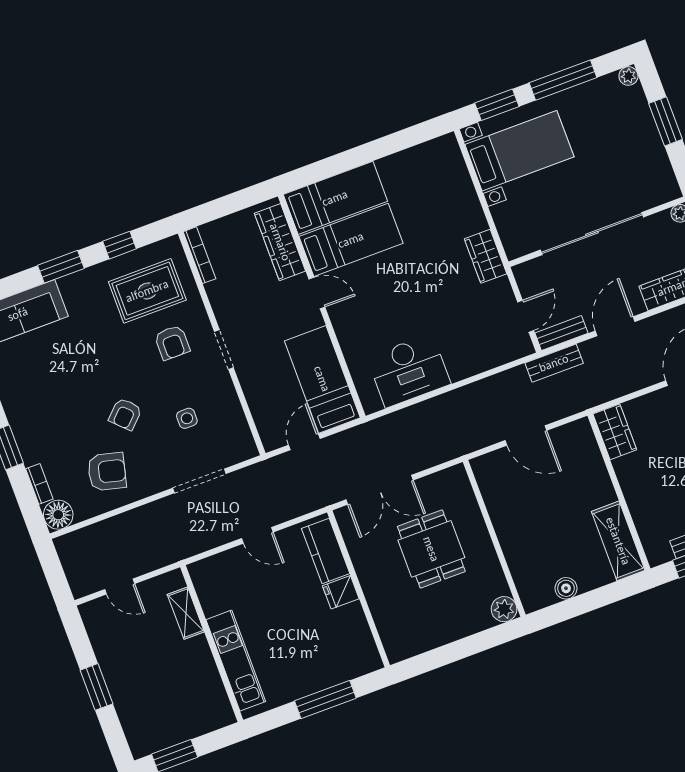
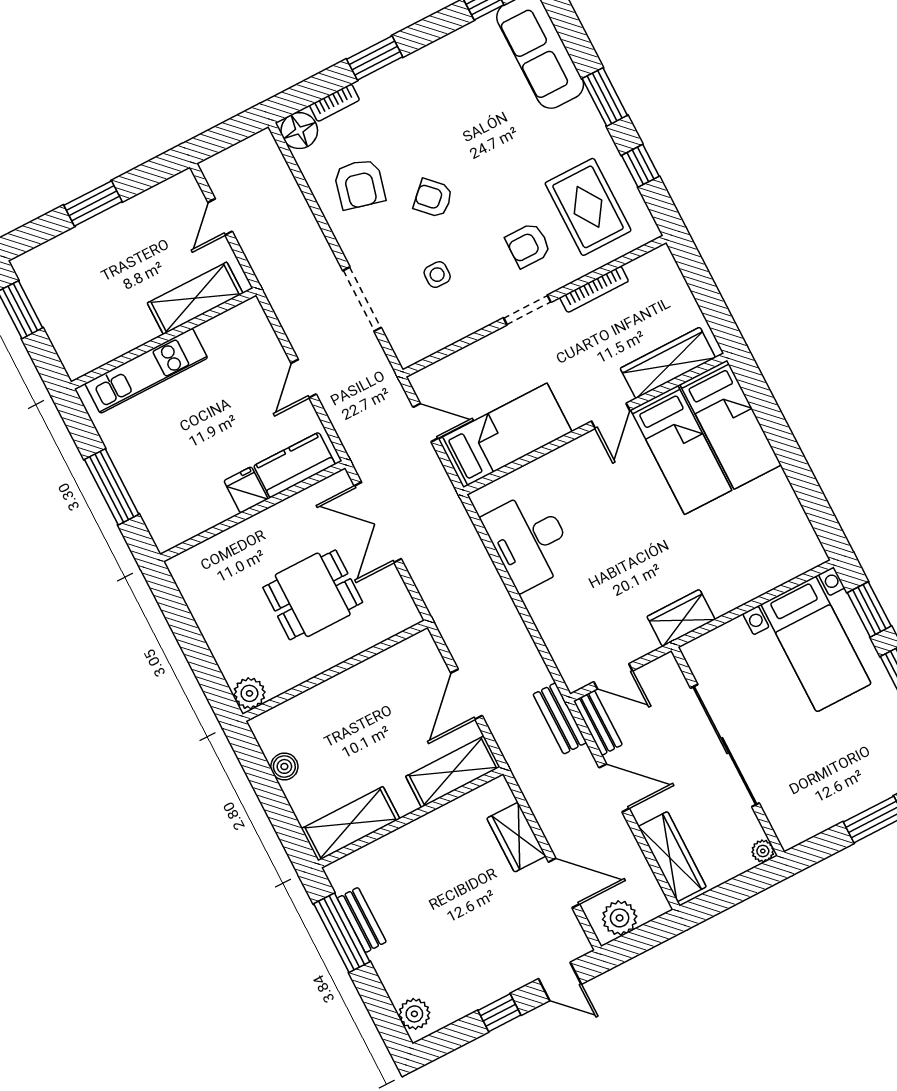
bookcase: (199, 255) -> (594, 289), moved
wardrobe: (615, 432) -> (516, 837), moved, turned 90
shelving: (587, 454) -> (453, 772), added
shelving: (186, 613) -> (195, 298), width x1.50, depth x1.33

